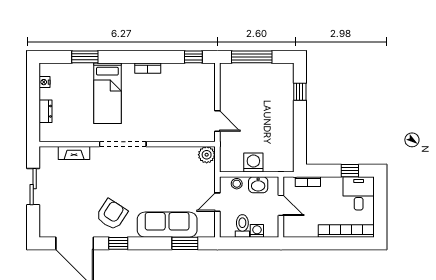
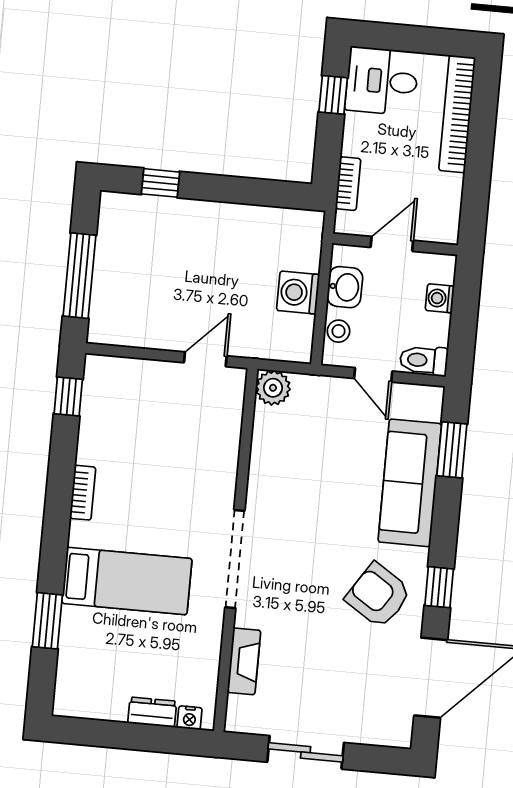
nightstand: (45, 82) -> (190, 718), moved
toilet: (242, 226) -> (424, 360), moved

